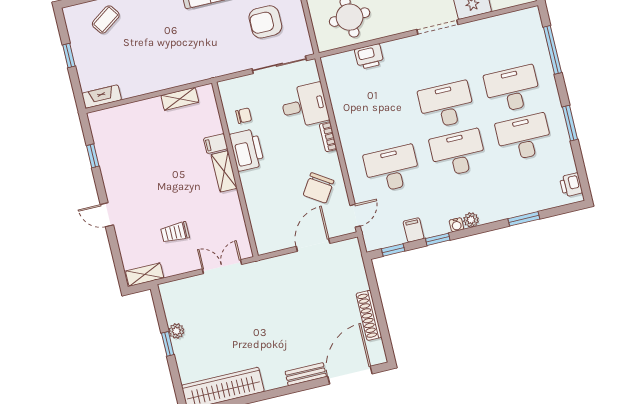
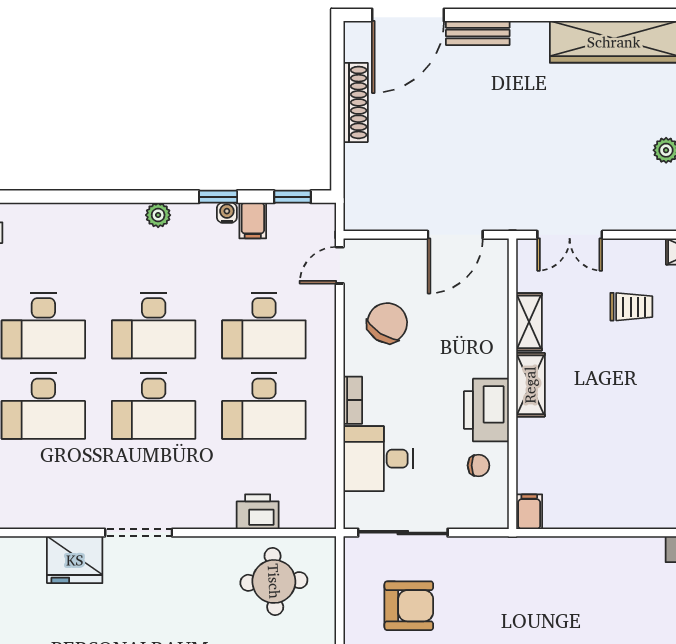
shelving: (180, 99) -> (529, 322), moved, turned 90
chair: (244, 116) -> (479, 465), turned 180
desk: (380, 121) -> (264, 406), added
filing cabinet: (216, 144) -> (529, 512), moved, turned -90
window: (524, 219) -> (74, 197), removed
water cooler: (456, 225) -> (227, 213), moved
door: (313, 245) -> (455, 235), moved

